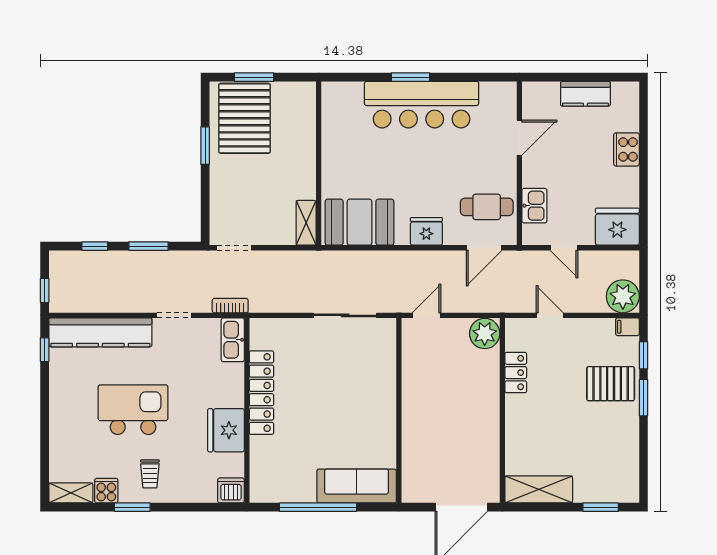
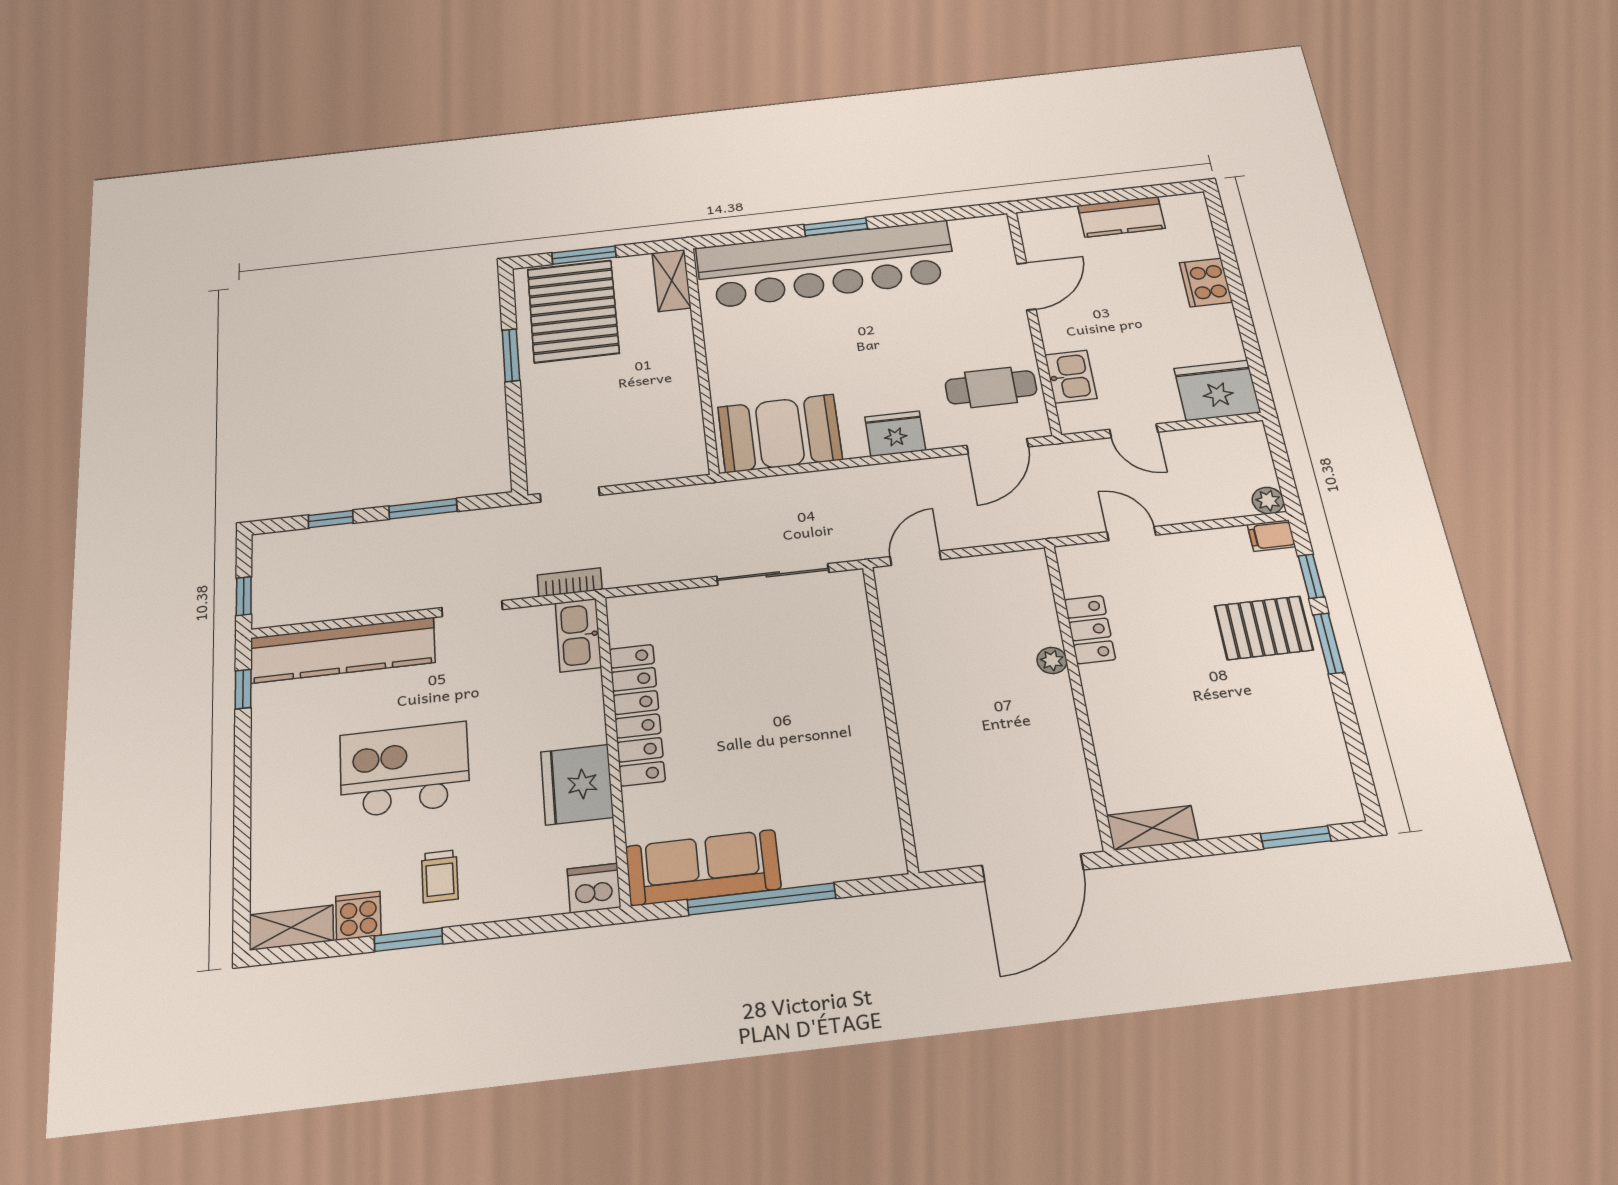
bar counter: (422, 105) -> (826, 264), width x1.36
shelving: (306, 223) -> (672, 280), moved
plant: (623, 296) -> (1268, 501), width x0.53, depth x0.53
plant: (485, 333) -> (1052, 660), moved, width x0.53, depth x0.53
sofa: (357, 486) -> (703, 868), moved
shelving: (539, 489) -> (1152, 828), width x0.67, depth x0.75

